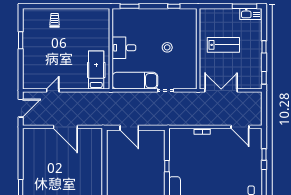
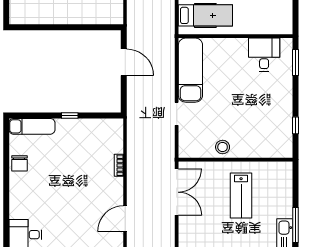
stool: (167, 47) -> (223, 147), moved
desk: (124, 48) -> (264, 55), moved
door: (129, 128) -> (124, 62), swing flipped

